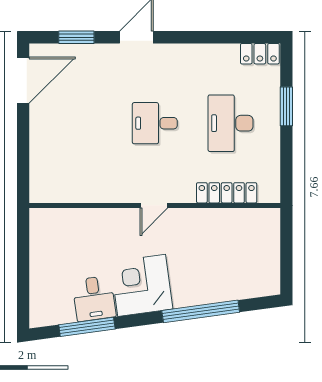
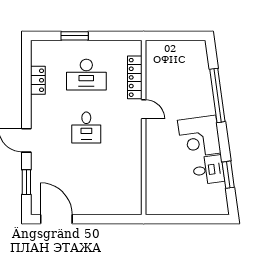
locker: (260, 54) -> (38, 80), moved
door: (154, 205) -> (144, 109), moved
window: (87, 327) -> (228, 175), width x0.69

